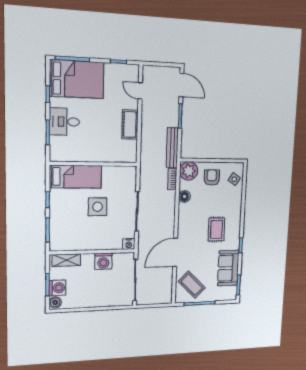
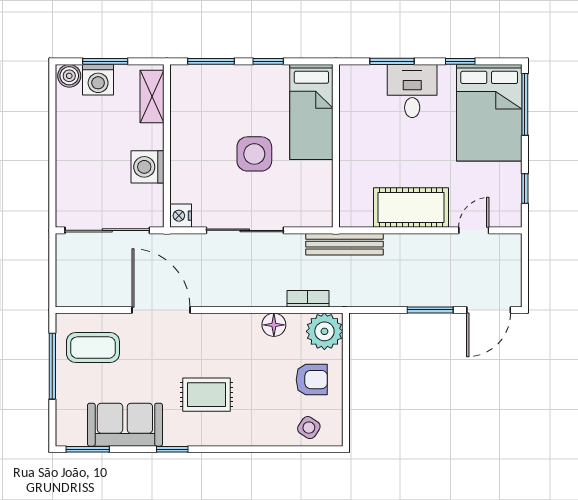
cot: (130, 124) -> (411, 208), width x1.37, depth x1.34
bench: (172, 148) -> (344, 244), moved
coffee table: (192, 285) -> (93, 348), turned 45

